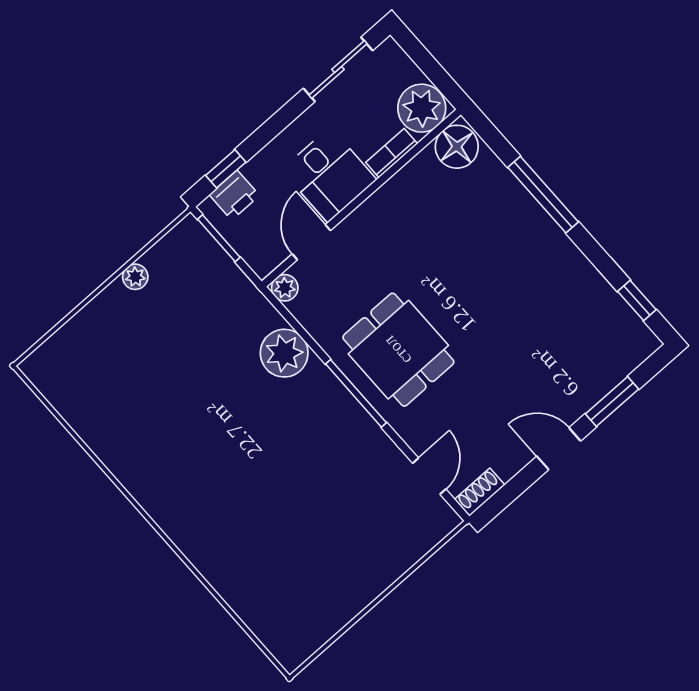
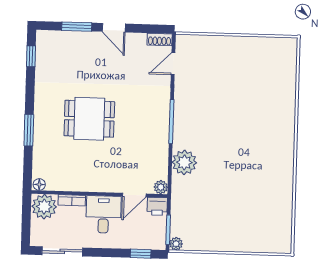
floor lamp: (457, 147) -> (39, 184), width x0.53, depth x0.53
printer: (234, 195) -> (157, 206), moved, turned 180
window: (543, 195) -> (29, 130), width x0.69
plant: (135, 277) -> (176, 244), moved
dining table: (398, 350) -> (89, 119), moved, turned 90

